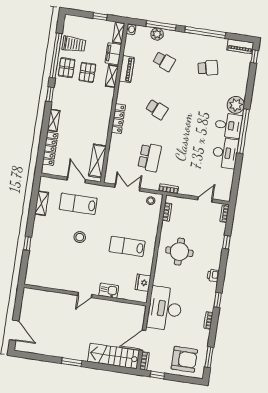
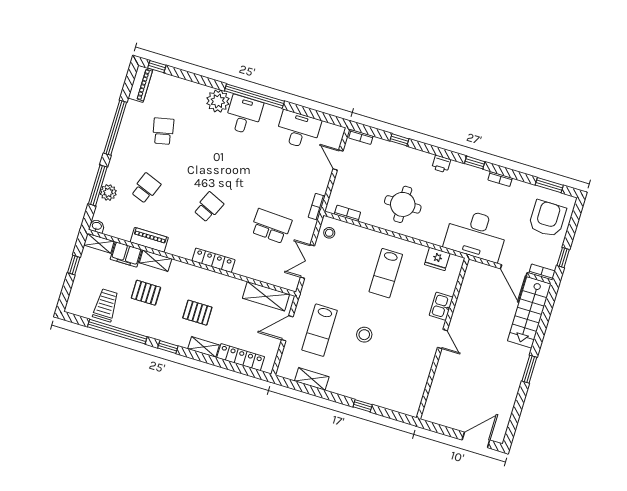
pallet: (67, 68) -> (197, 313), moved
desk: (225, 153) -> (298, 130), moved

